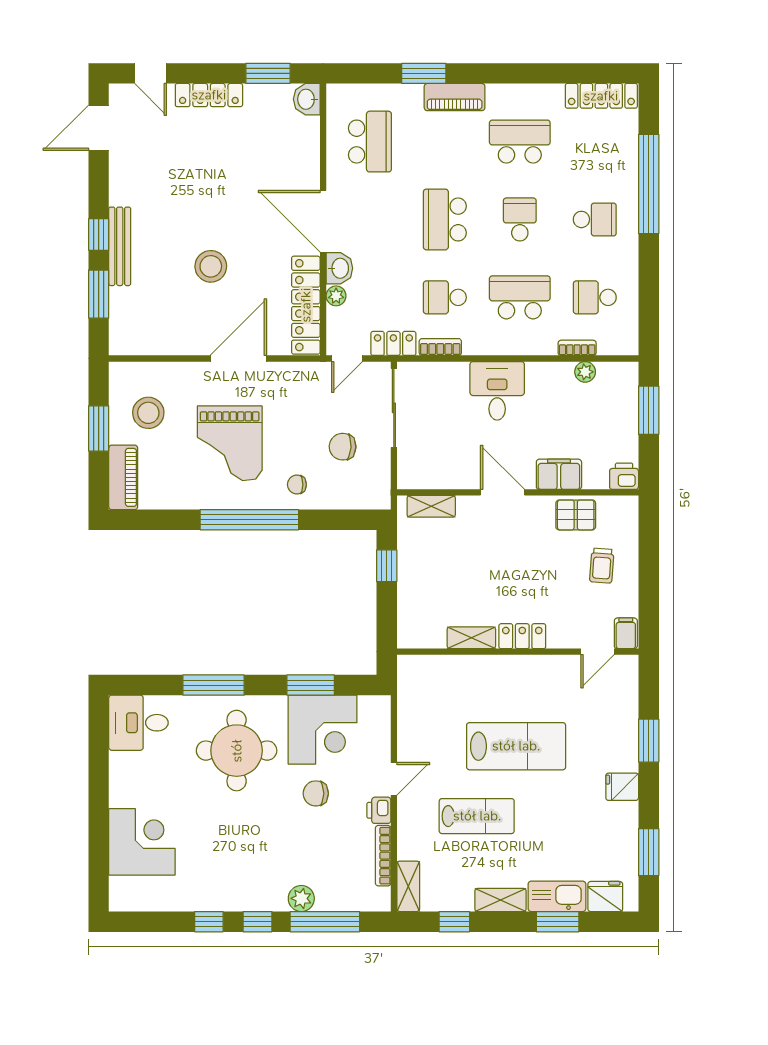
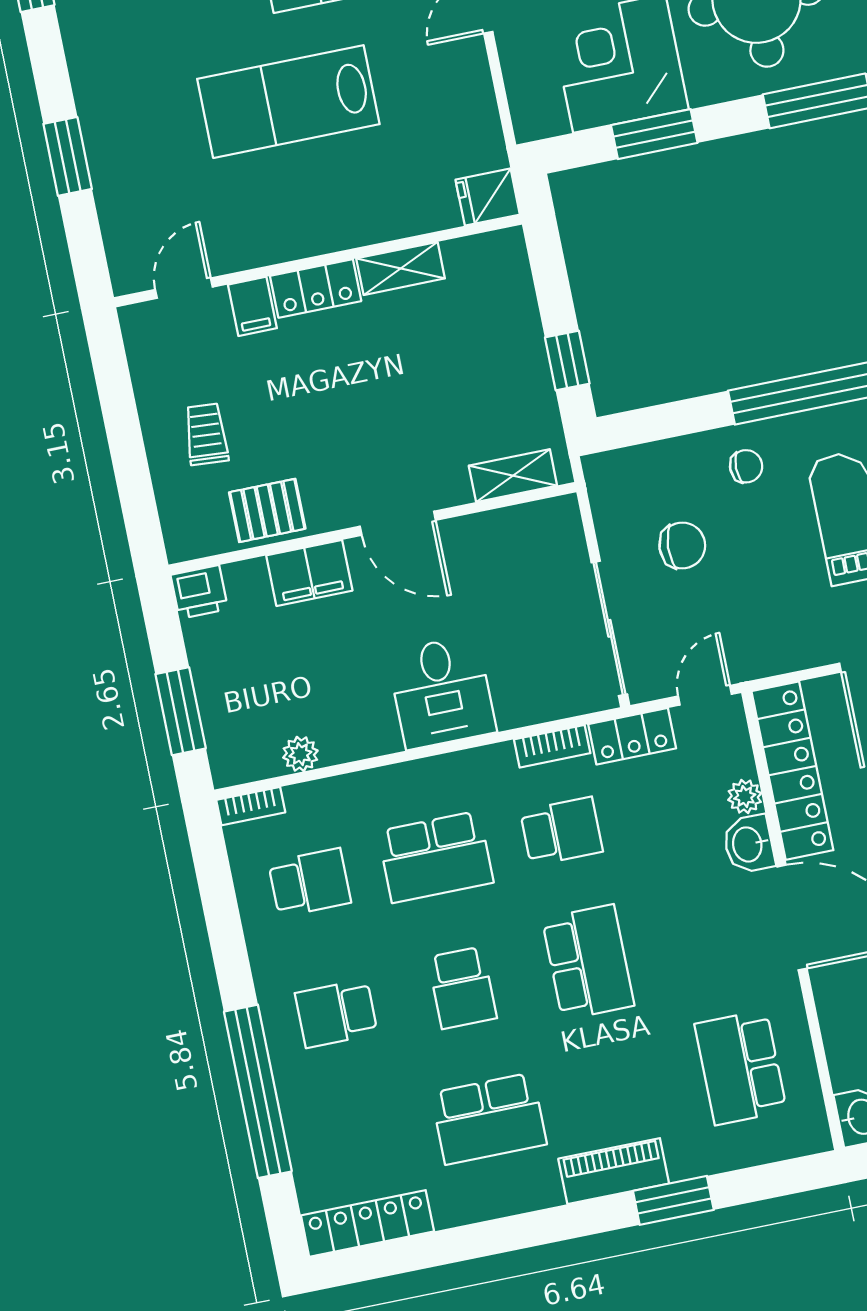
bookcase: (577, 348) -> (251, 806), moved
filing cabinet: (626, 633) -> (252, 306), moved
fridge: (622, 787) -> (488, 197), moved, turned 180

